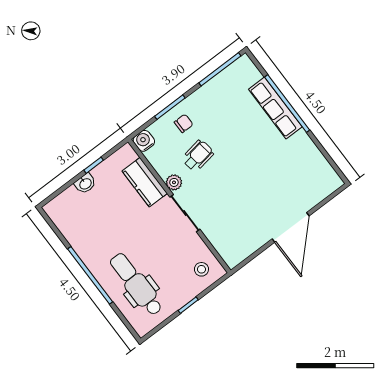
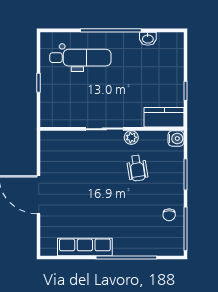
row of seats: (275, 108) -> (85, 247), moved
chair: (184, 123) -> (169, 215), moved
kitchen counter: (145, 182) -> (164, 117), moved
washbasin: (85, 184) -> (148, 39), moved, turned -90
stool: (201, 269) -> (56, 111), removed

